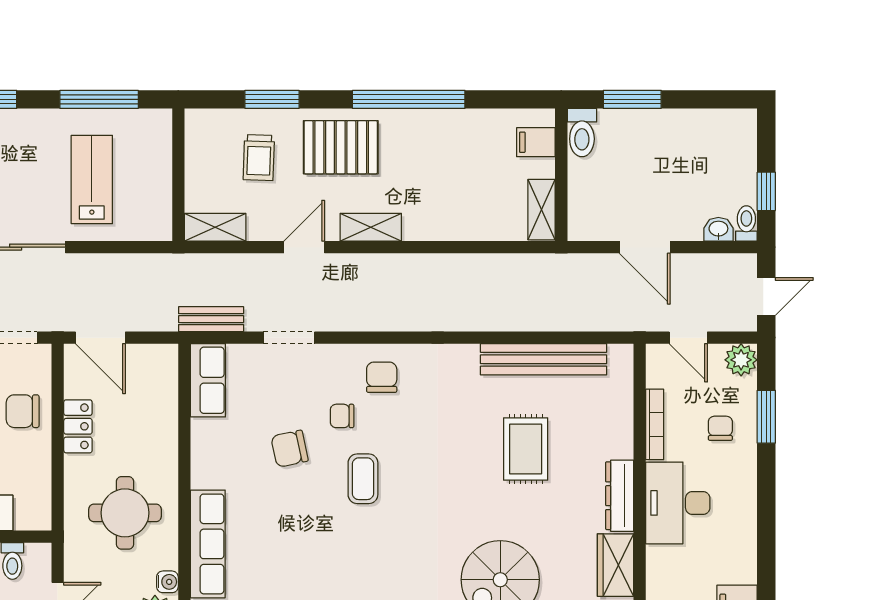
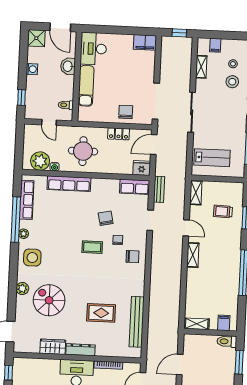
pallet: (341, 147) -> (225, 244), removed
lab bench: (92, 179) -> (212, 158), moved
fridge: (160, 365) -> (142, 168), added

